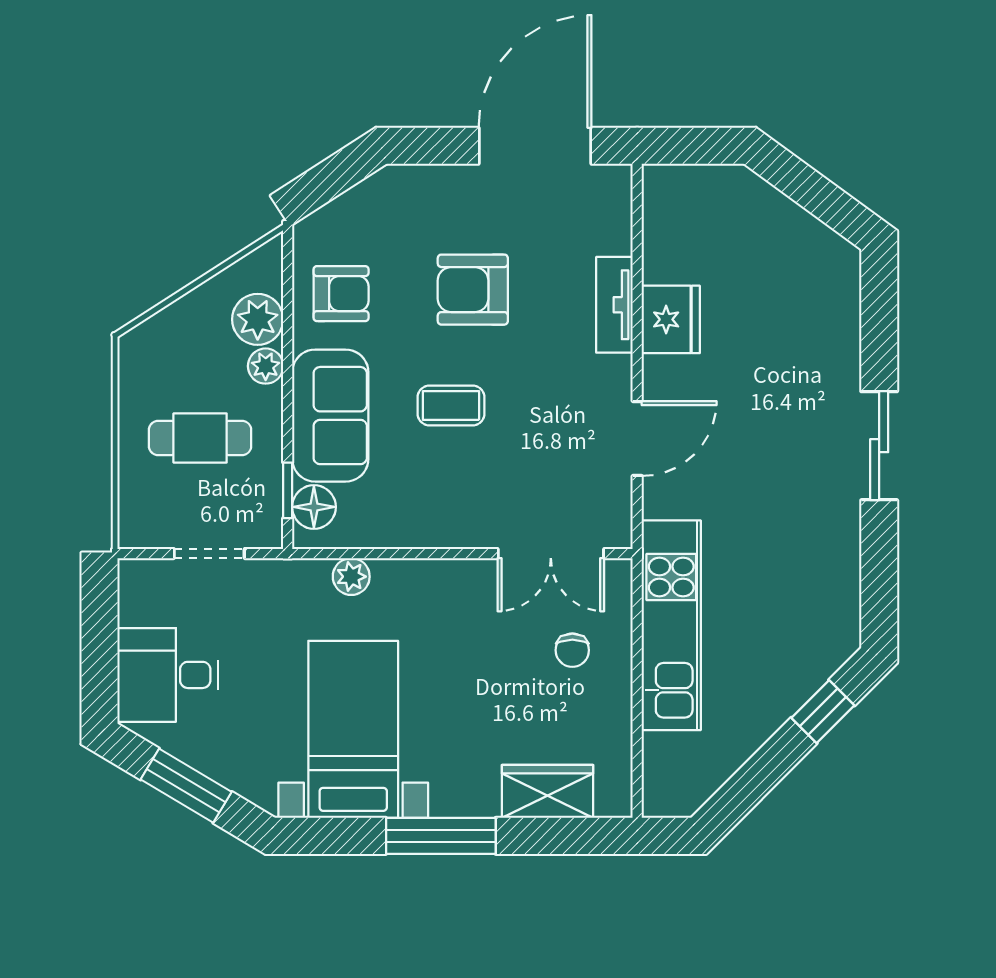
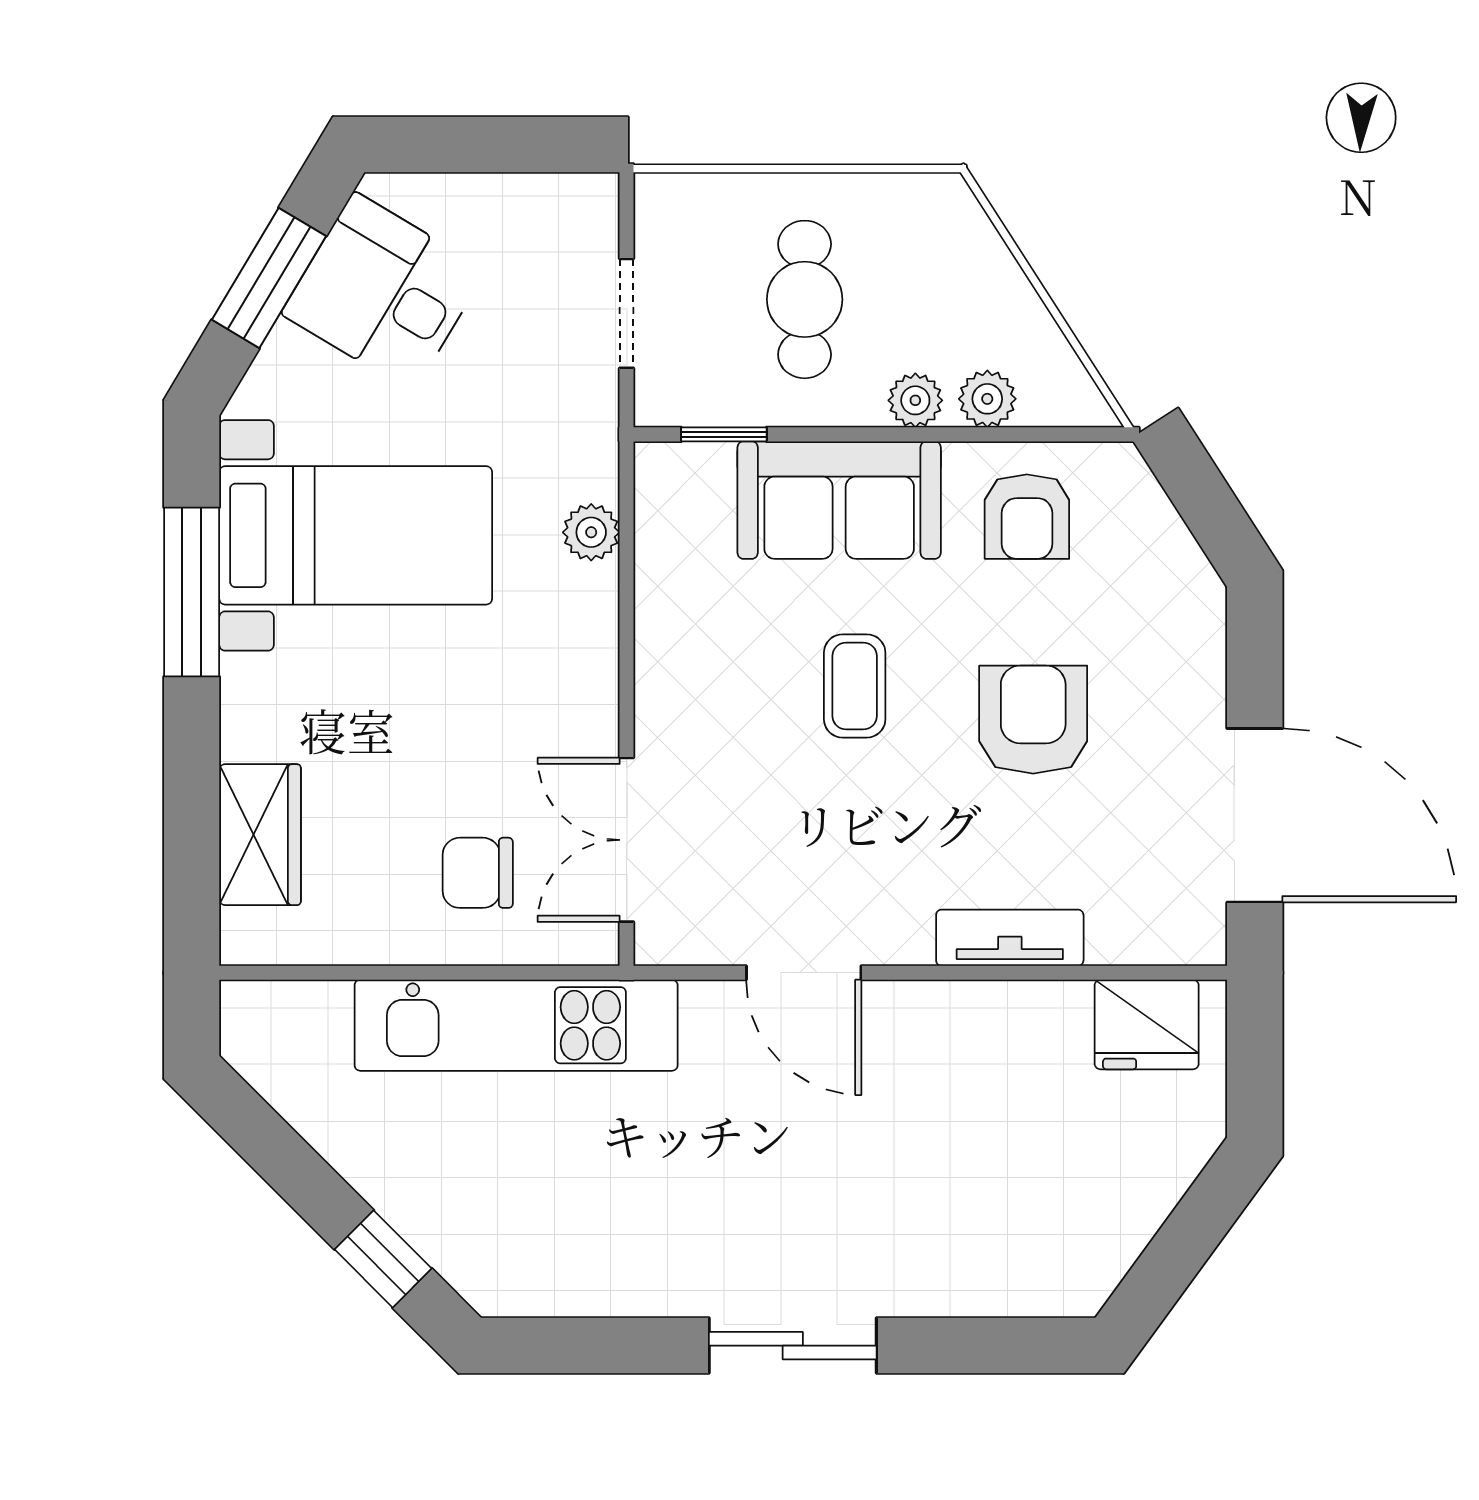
plant: (258, 319) -> (987, 399), width x0.73, depth x0.73
fridge: (671, 319) -> (1147, 1024), moved
floor lamp: (314, 507) -> (698, 475), removed
chair: (572, 650) -> (478, 873), width x1.37, depth x1.37
desk: (168, 675) -> (383, 292), moved, turned -59
window: (441, 836) -> (192, 592), moved

